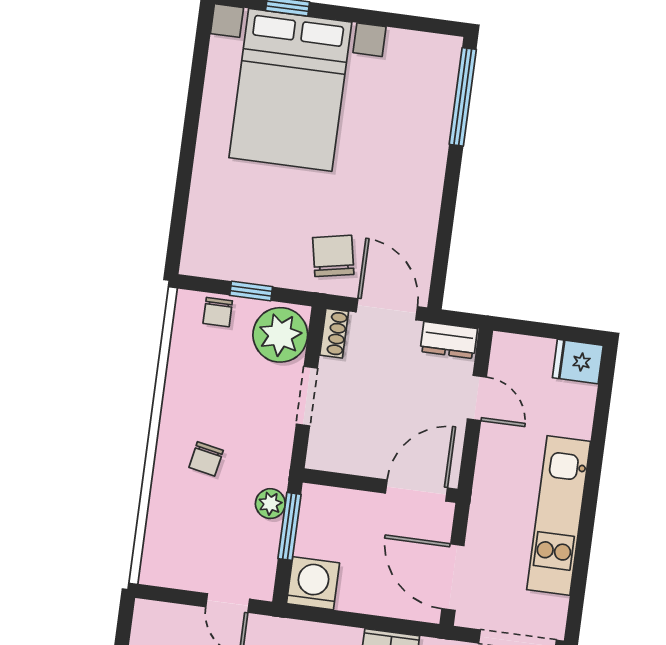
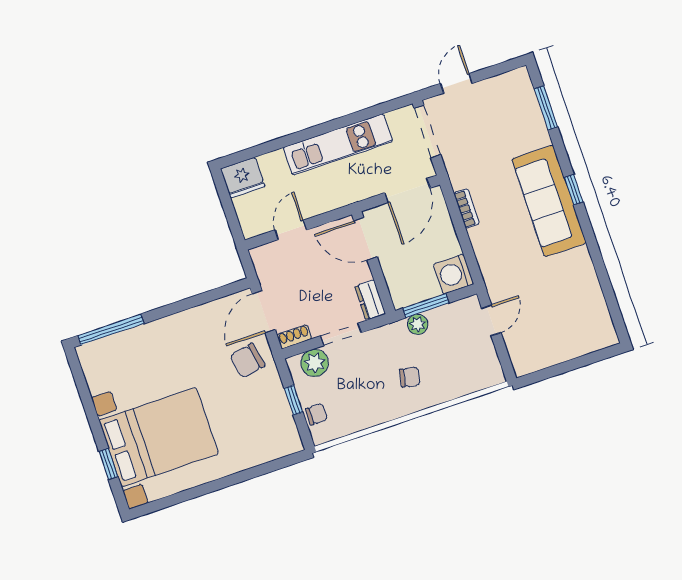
plant: (280, 335) -> (315, 363), width x0.73, depth x0.73
dresser: (449, 340) -> (370, 300), moved, turned 180
fridge: (578, 362) -> (243, 178), width x1.38

